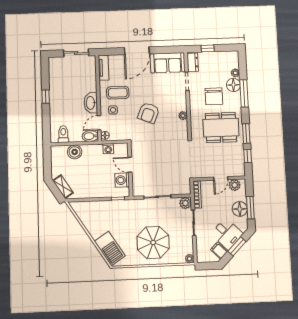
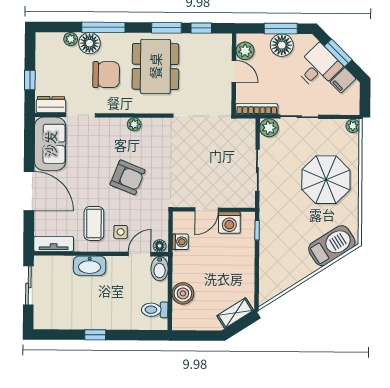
washbasin: (91, 103) -> (90, 266), moved
door: (99, 123) -> (140, 254), swing flipped

